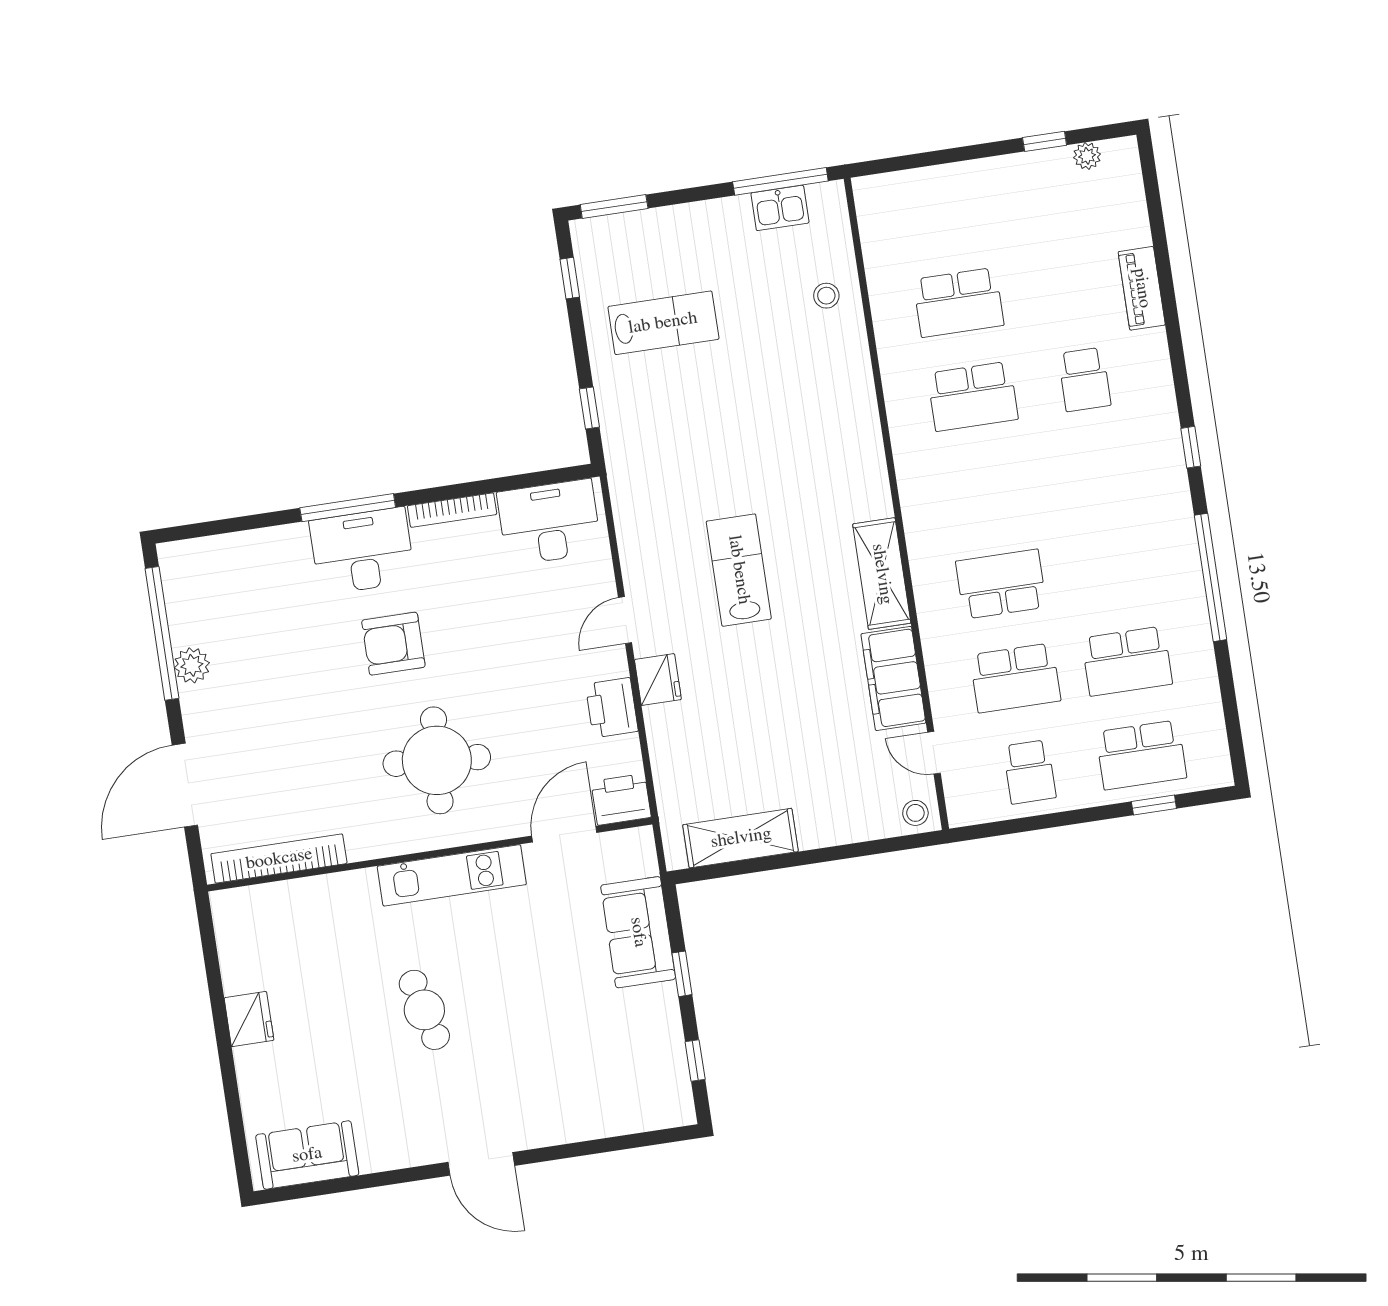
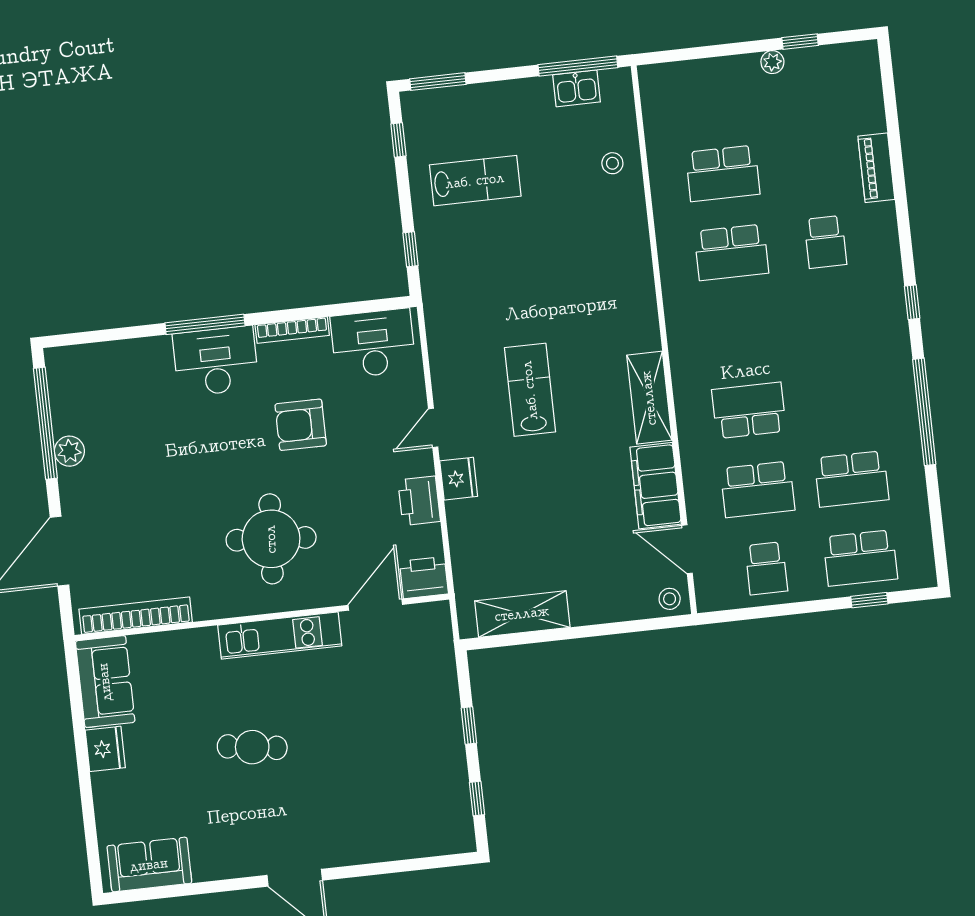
plant: (1087, 156) -> (772, 62), moved
armchair: (393, 644) -> (301, 425), moved
door: (934, 753) -> (687, 549), width x1.38
sofa: (638, 932) -> (105, 682), moved, turned 180
cafe table: (424, 1010) -> (252, 747), turned -68

